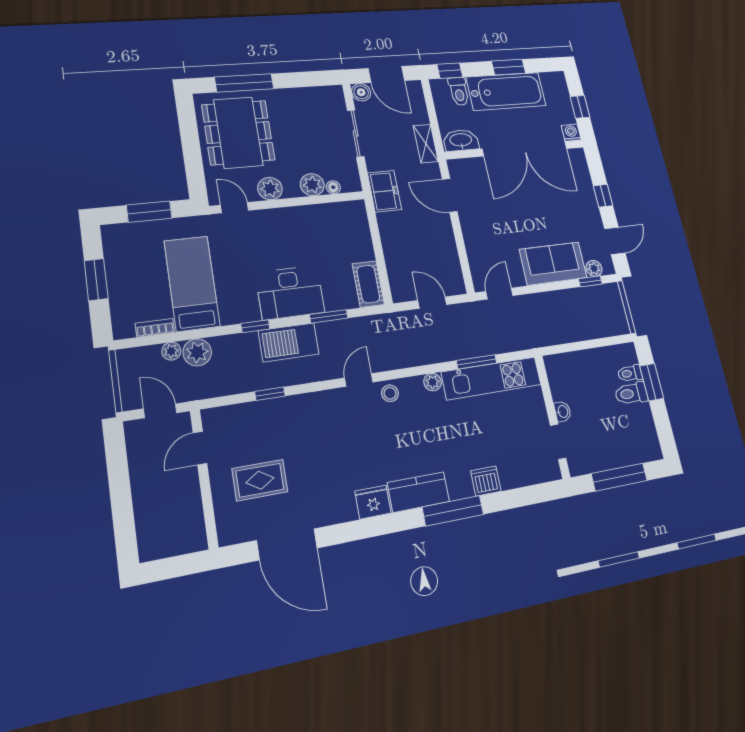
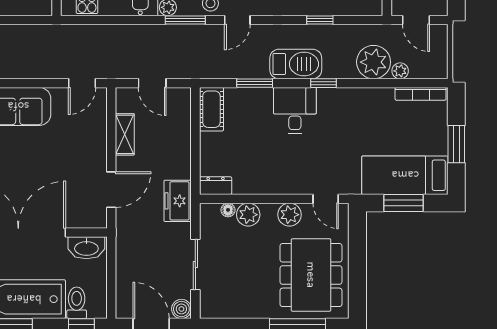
shelving: (426, 144) -> (125, 134), moved
door: (450, 195) -> (111, 190), hinge flipped
dresser: (350, 209) -> (216, 186), added
bed: (192, 283) -> (405, 175), moved, turned 90
desk: (290, 293) -> (295, 110), width x0.73
bookcase: (155, 328) -> (421, 94), width x1.56
plant: (197, 352) -> (374, 62), width x1.36, depth x1.36
window: (477, 362) -> (185, 20), moved

